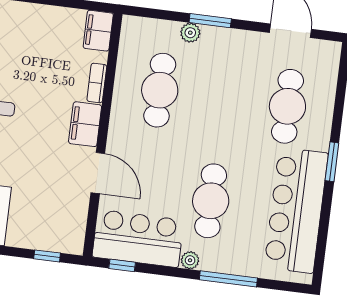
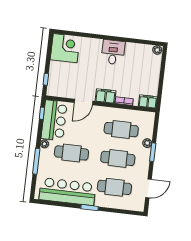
cafe table: (224, 98) -> (118, 158), added

